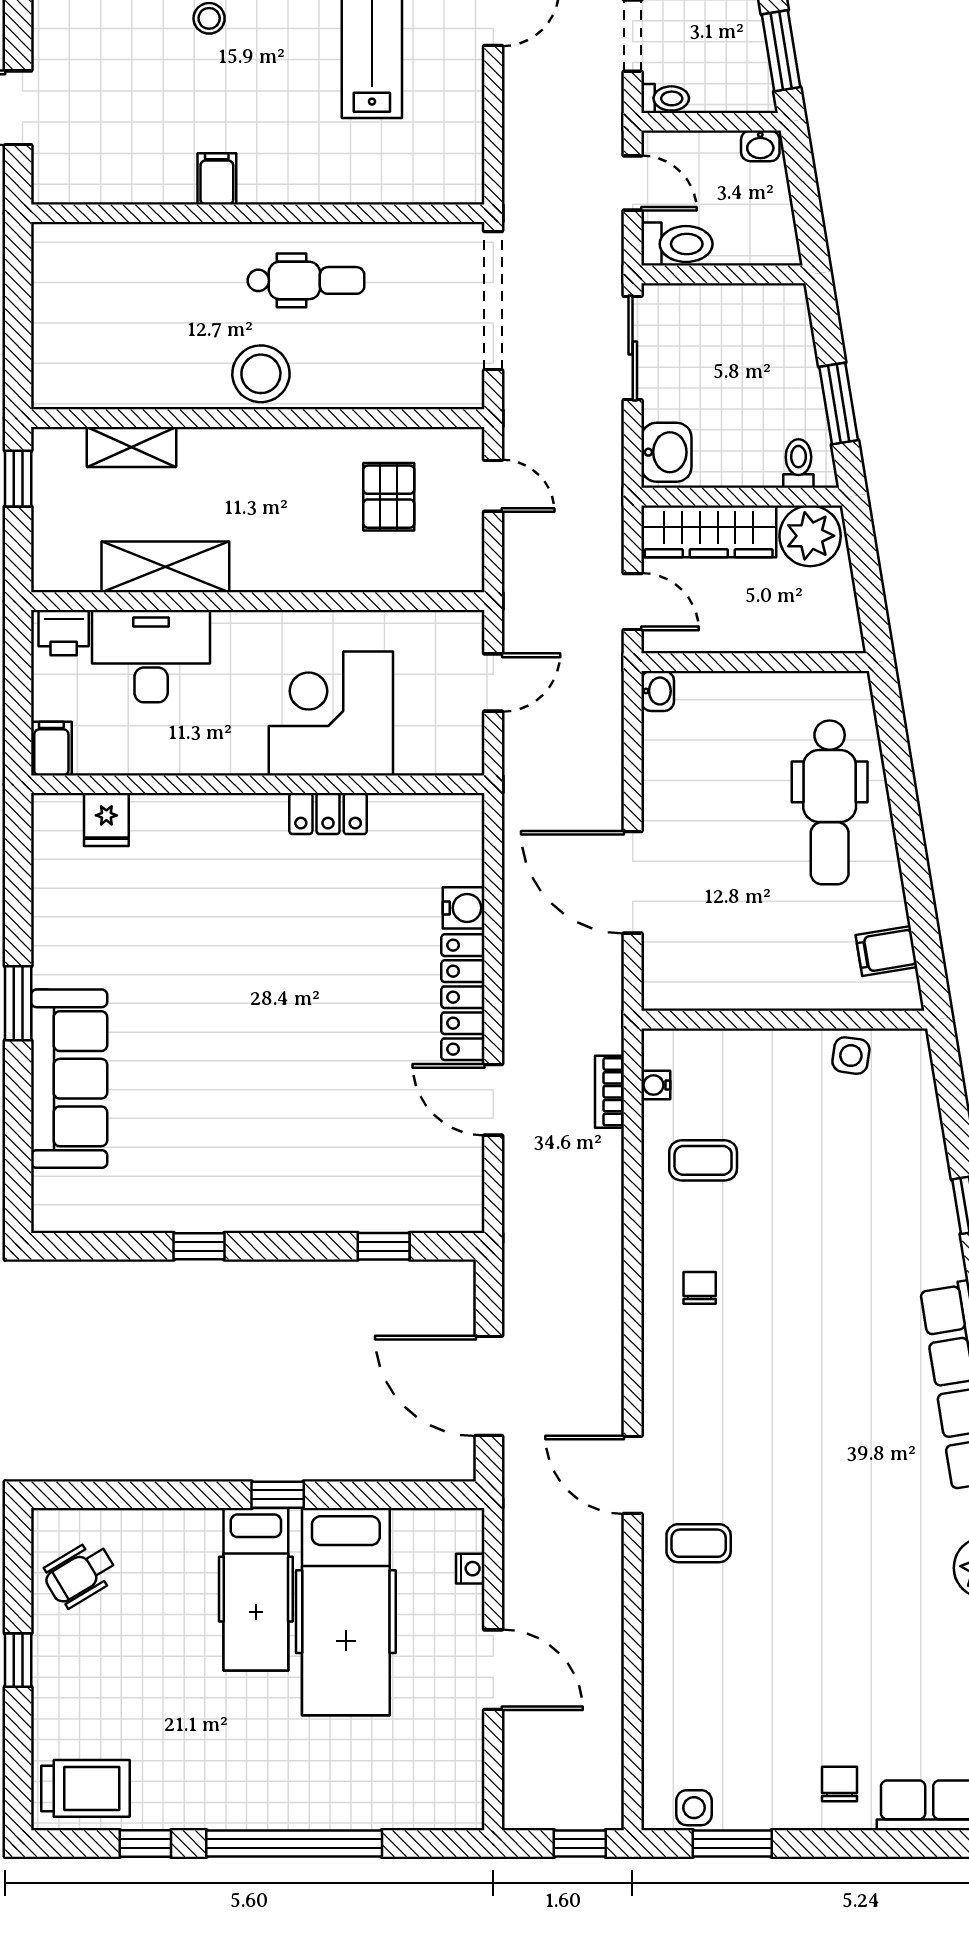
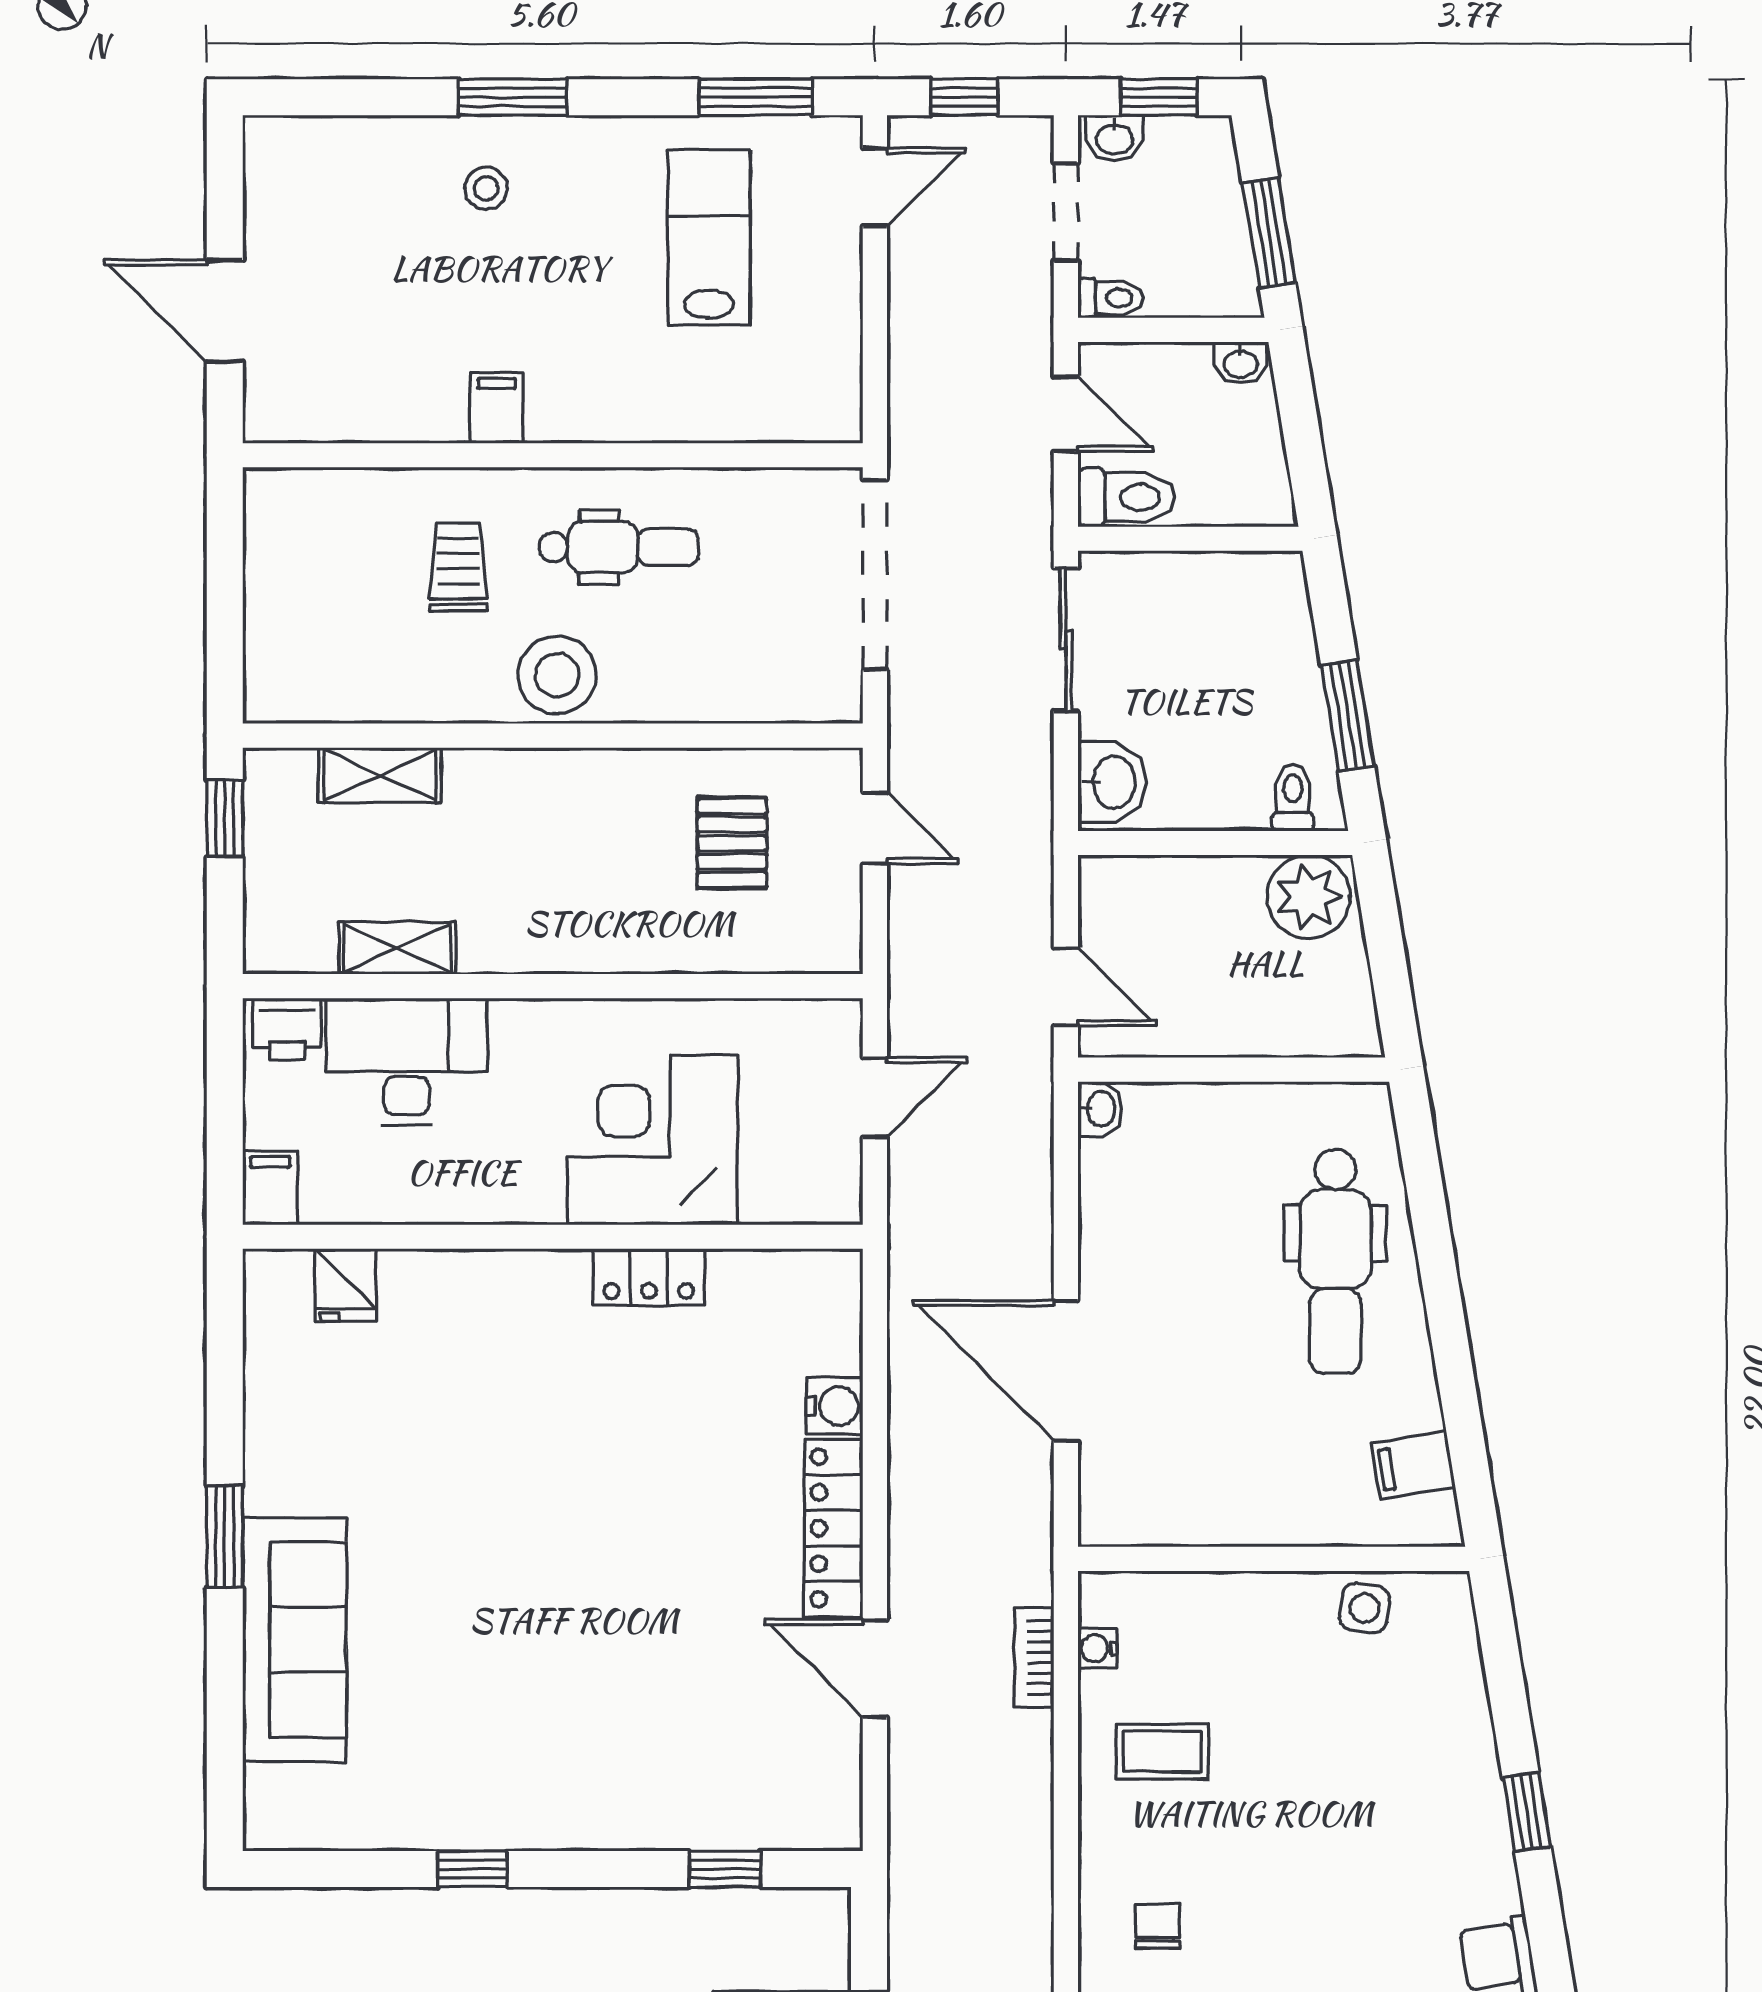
trolley: (189, 295) -> (458, 567), added
wardrobe: (709, 531) -> (1170, 891), removed
shelving: (165, 567) -> (397, 948), width x0.67, depth x0.75

